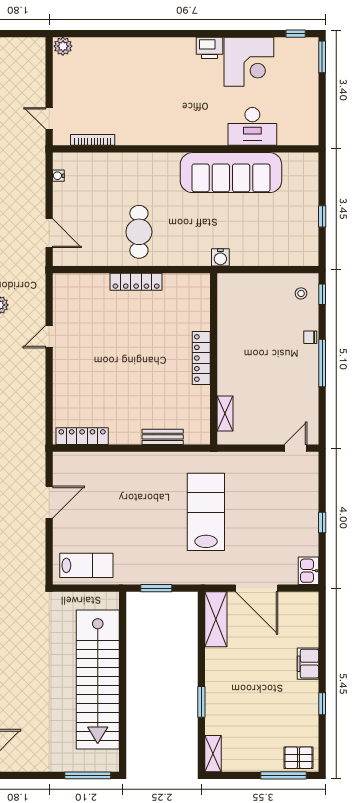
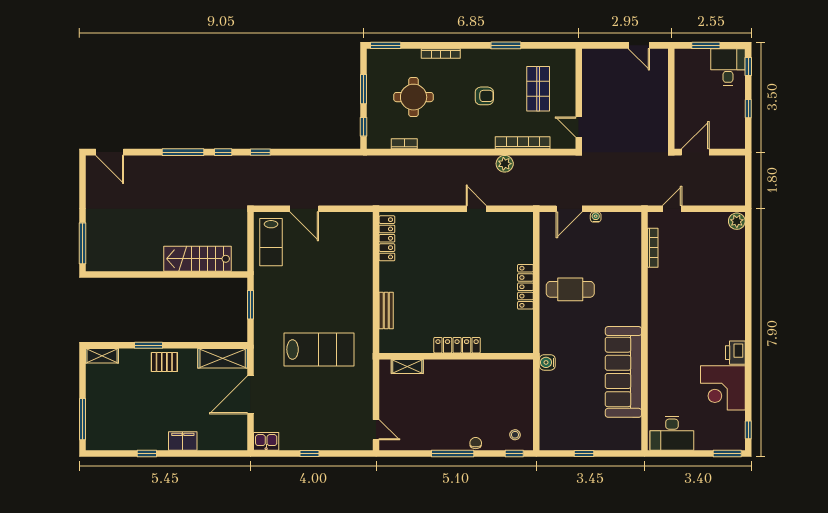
desk: (252, 126) -> (672, 433), moved, turned -90
water cooler: (58, 176) -> (596, 217), moved
door: (49, 502) -> (304, 209), moved
stairs: (98, 680) -> (197, 259), width x0.54, depth x0.66
pallet: (298, 758) -> (164, 362), moved, turned 90

